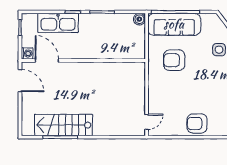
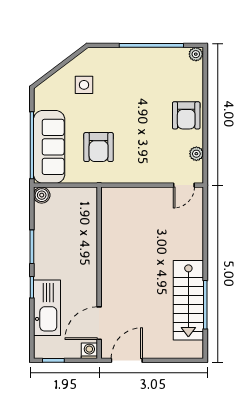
door: (147, 122) -> (184, 185), swing flipped
plant: (169, 131) -> (196, 154), added

